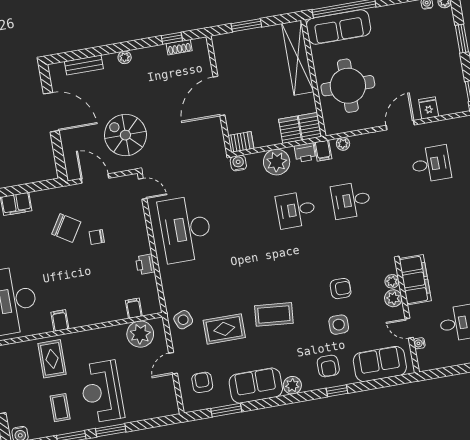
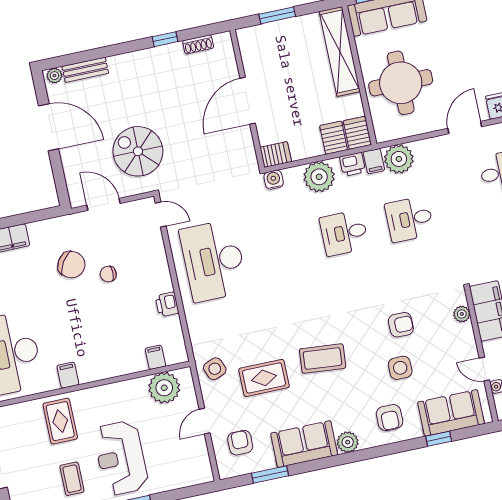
window: (172, 38) -> (165, 39), moved
plant: (125, 57) -> (54, 76), moved
plant: (343, 144) -> (399, 159), width x1.88, depth x1.88
plant: (393, 298) -> (464, 334), removed
window: (337, 391) -> (439, 439), moved

